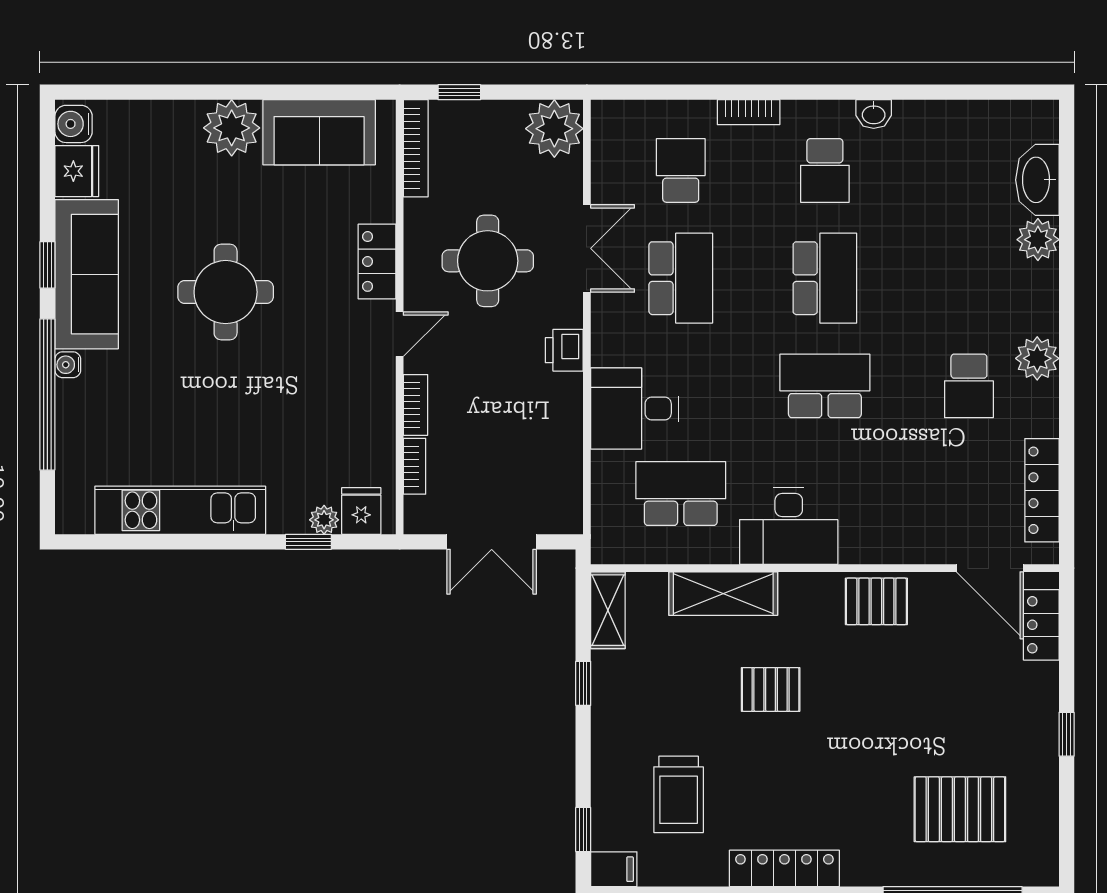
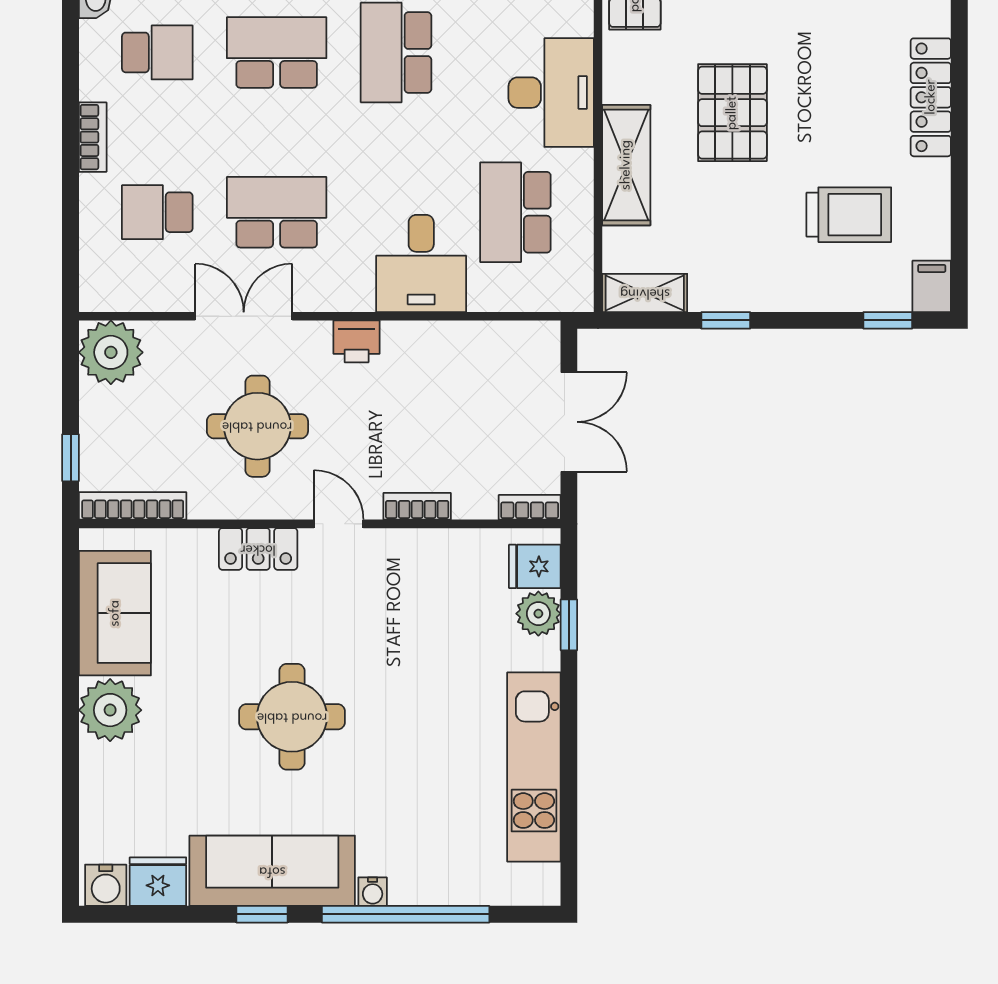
bookcase: (415, 466) -> (530, 507), moved
plant: (324, 520) -> (538, 614), width x1.38, depth x1.38
pallet: (771, 689) -> (732, 113), width x1.50, depth x1.42

